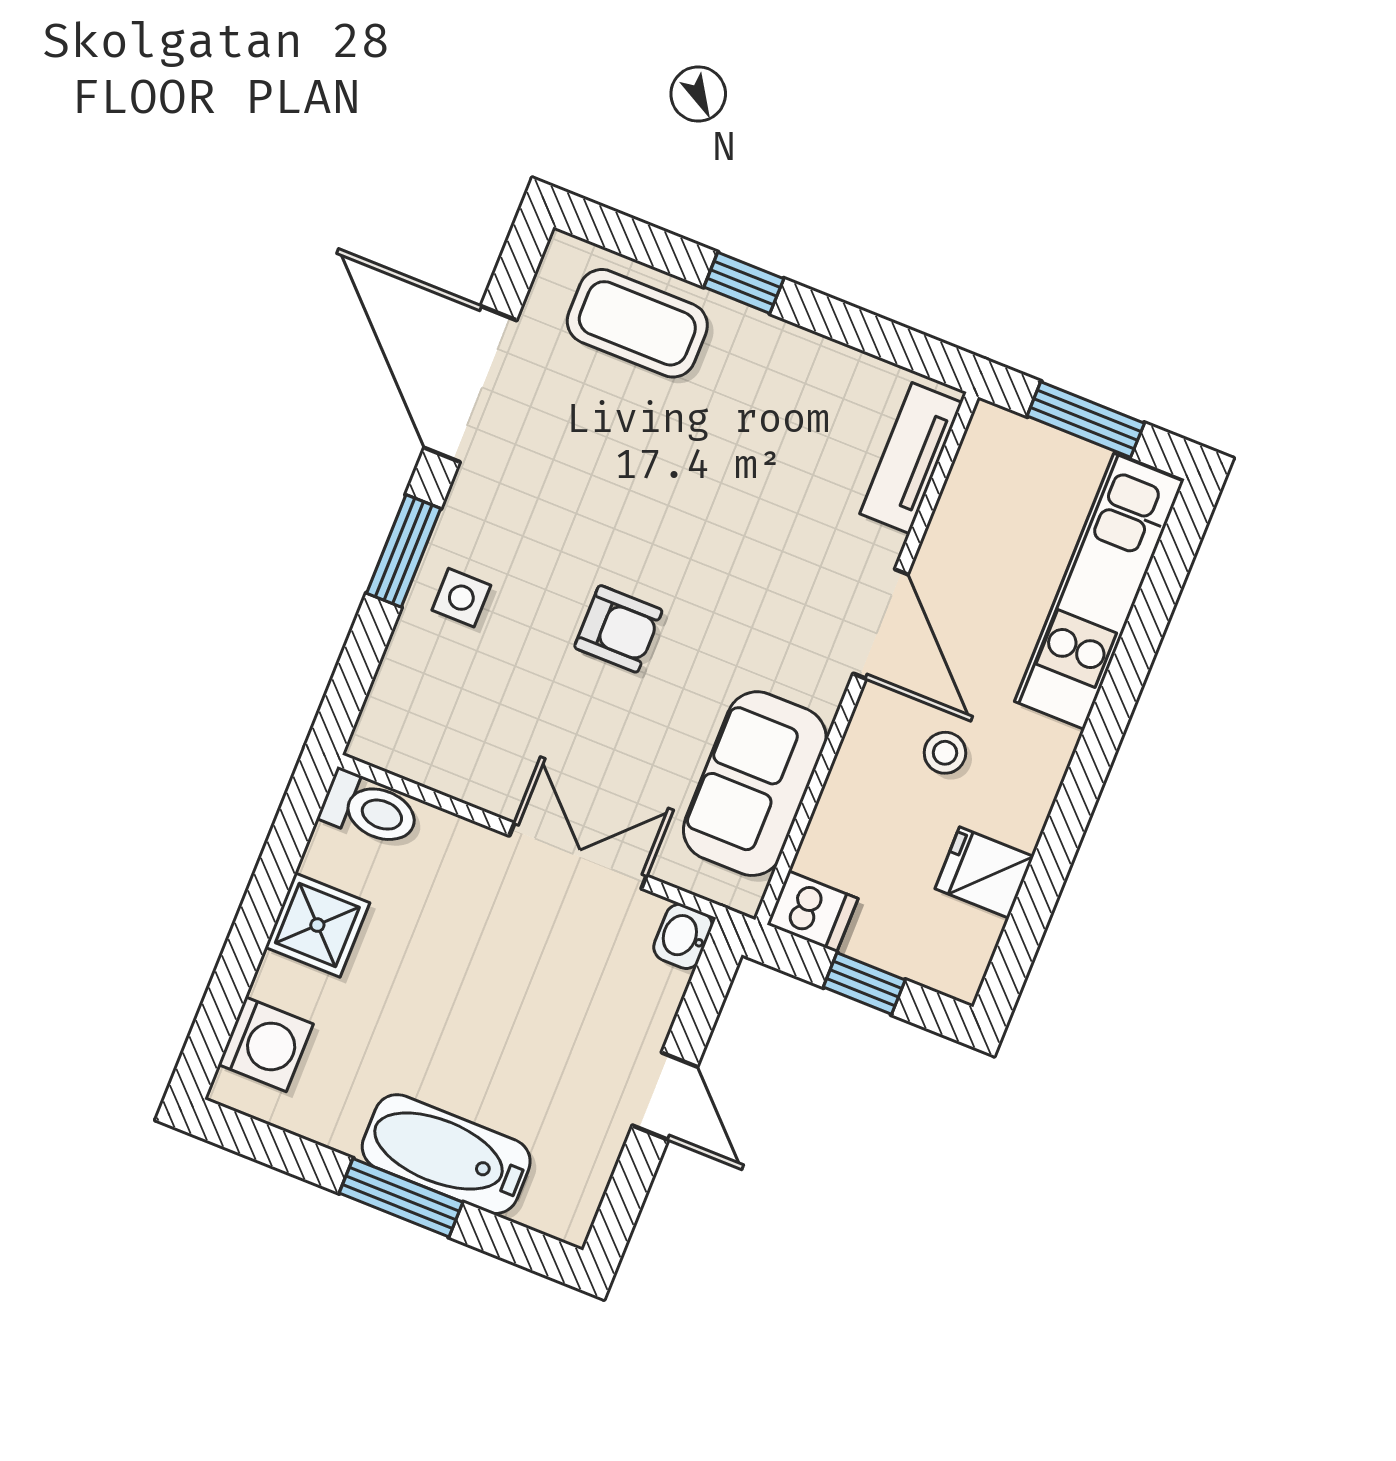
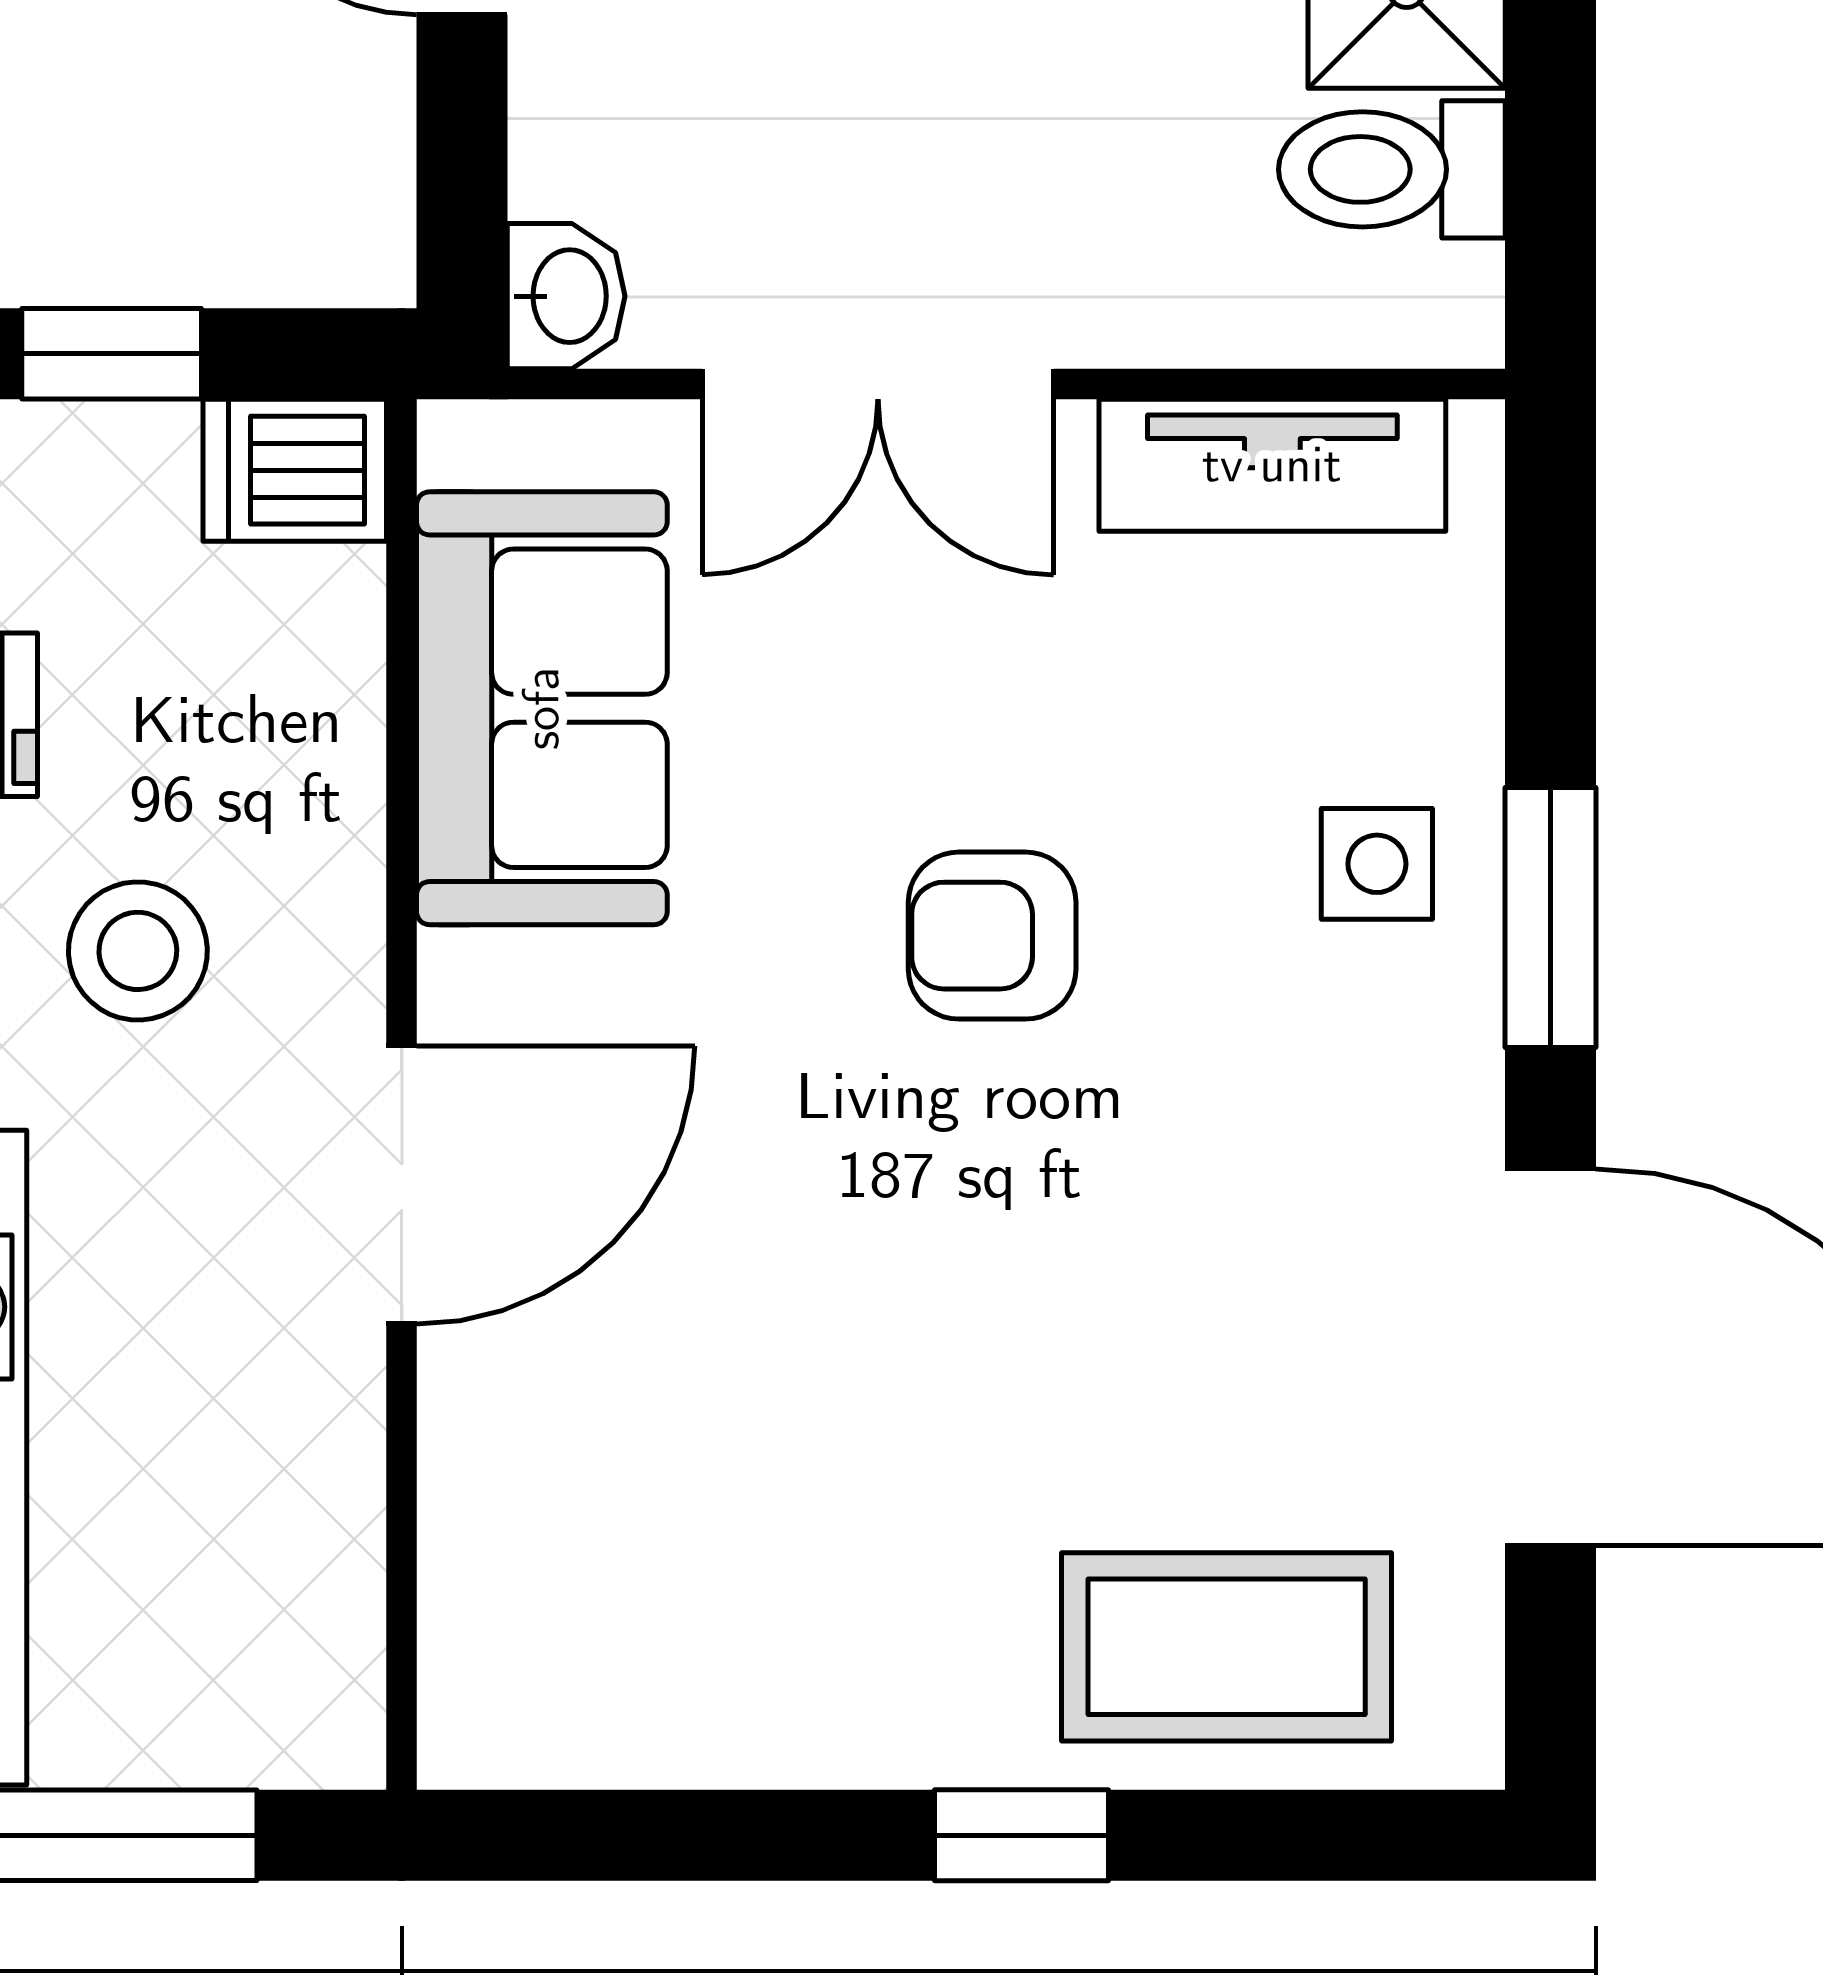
tv unit: (911, 458) -> (1272, 465), moved, turned 90
door: (880, 624) -> (402, 1185), swing flipped
stool: (945, 753) -> (138, 951), width x1.37, depth x1.37
toilet: (370, 810) -> (1392, 169), moved

